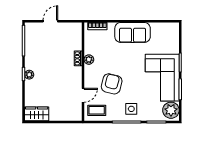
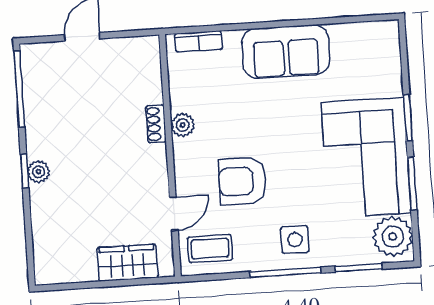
armchair: (112, 84) -> (243, 181), turned -104
wardrobe: (37, 114) -> (127, 263), moved

